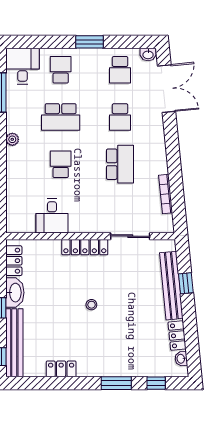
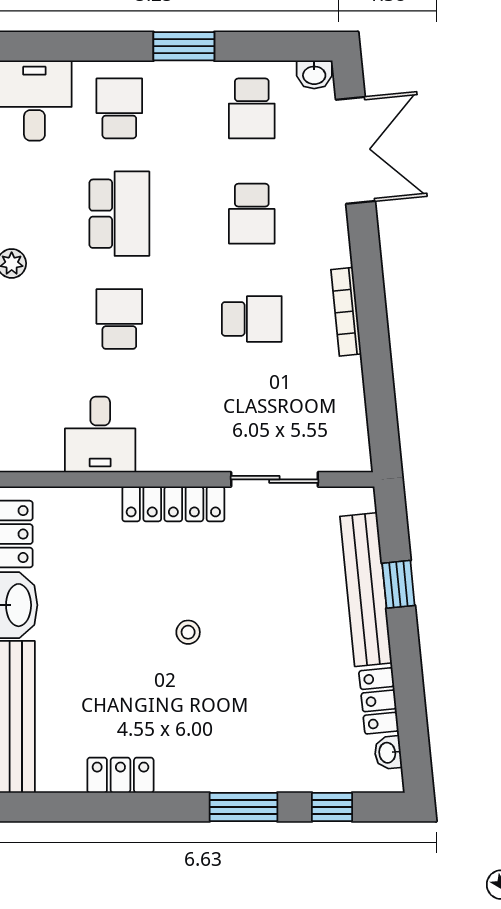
school desk: (61, 117) -> (119, 214), turned -90
school desk: (120, 164) -> (252, 319), width x0.54
bookcase: (166, 194) -> (346, 312), moved

